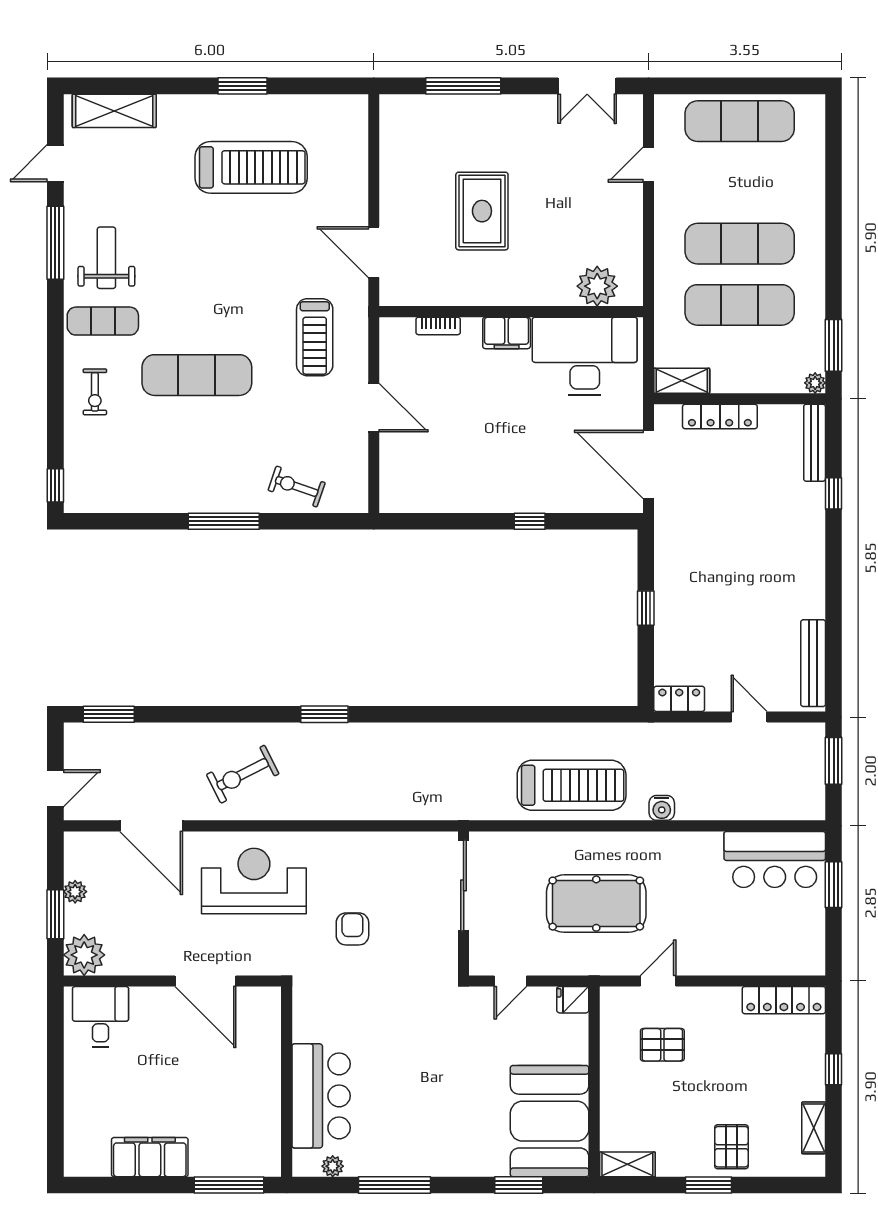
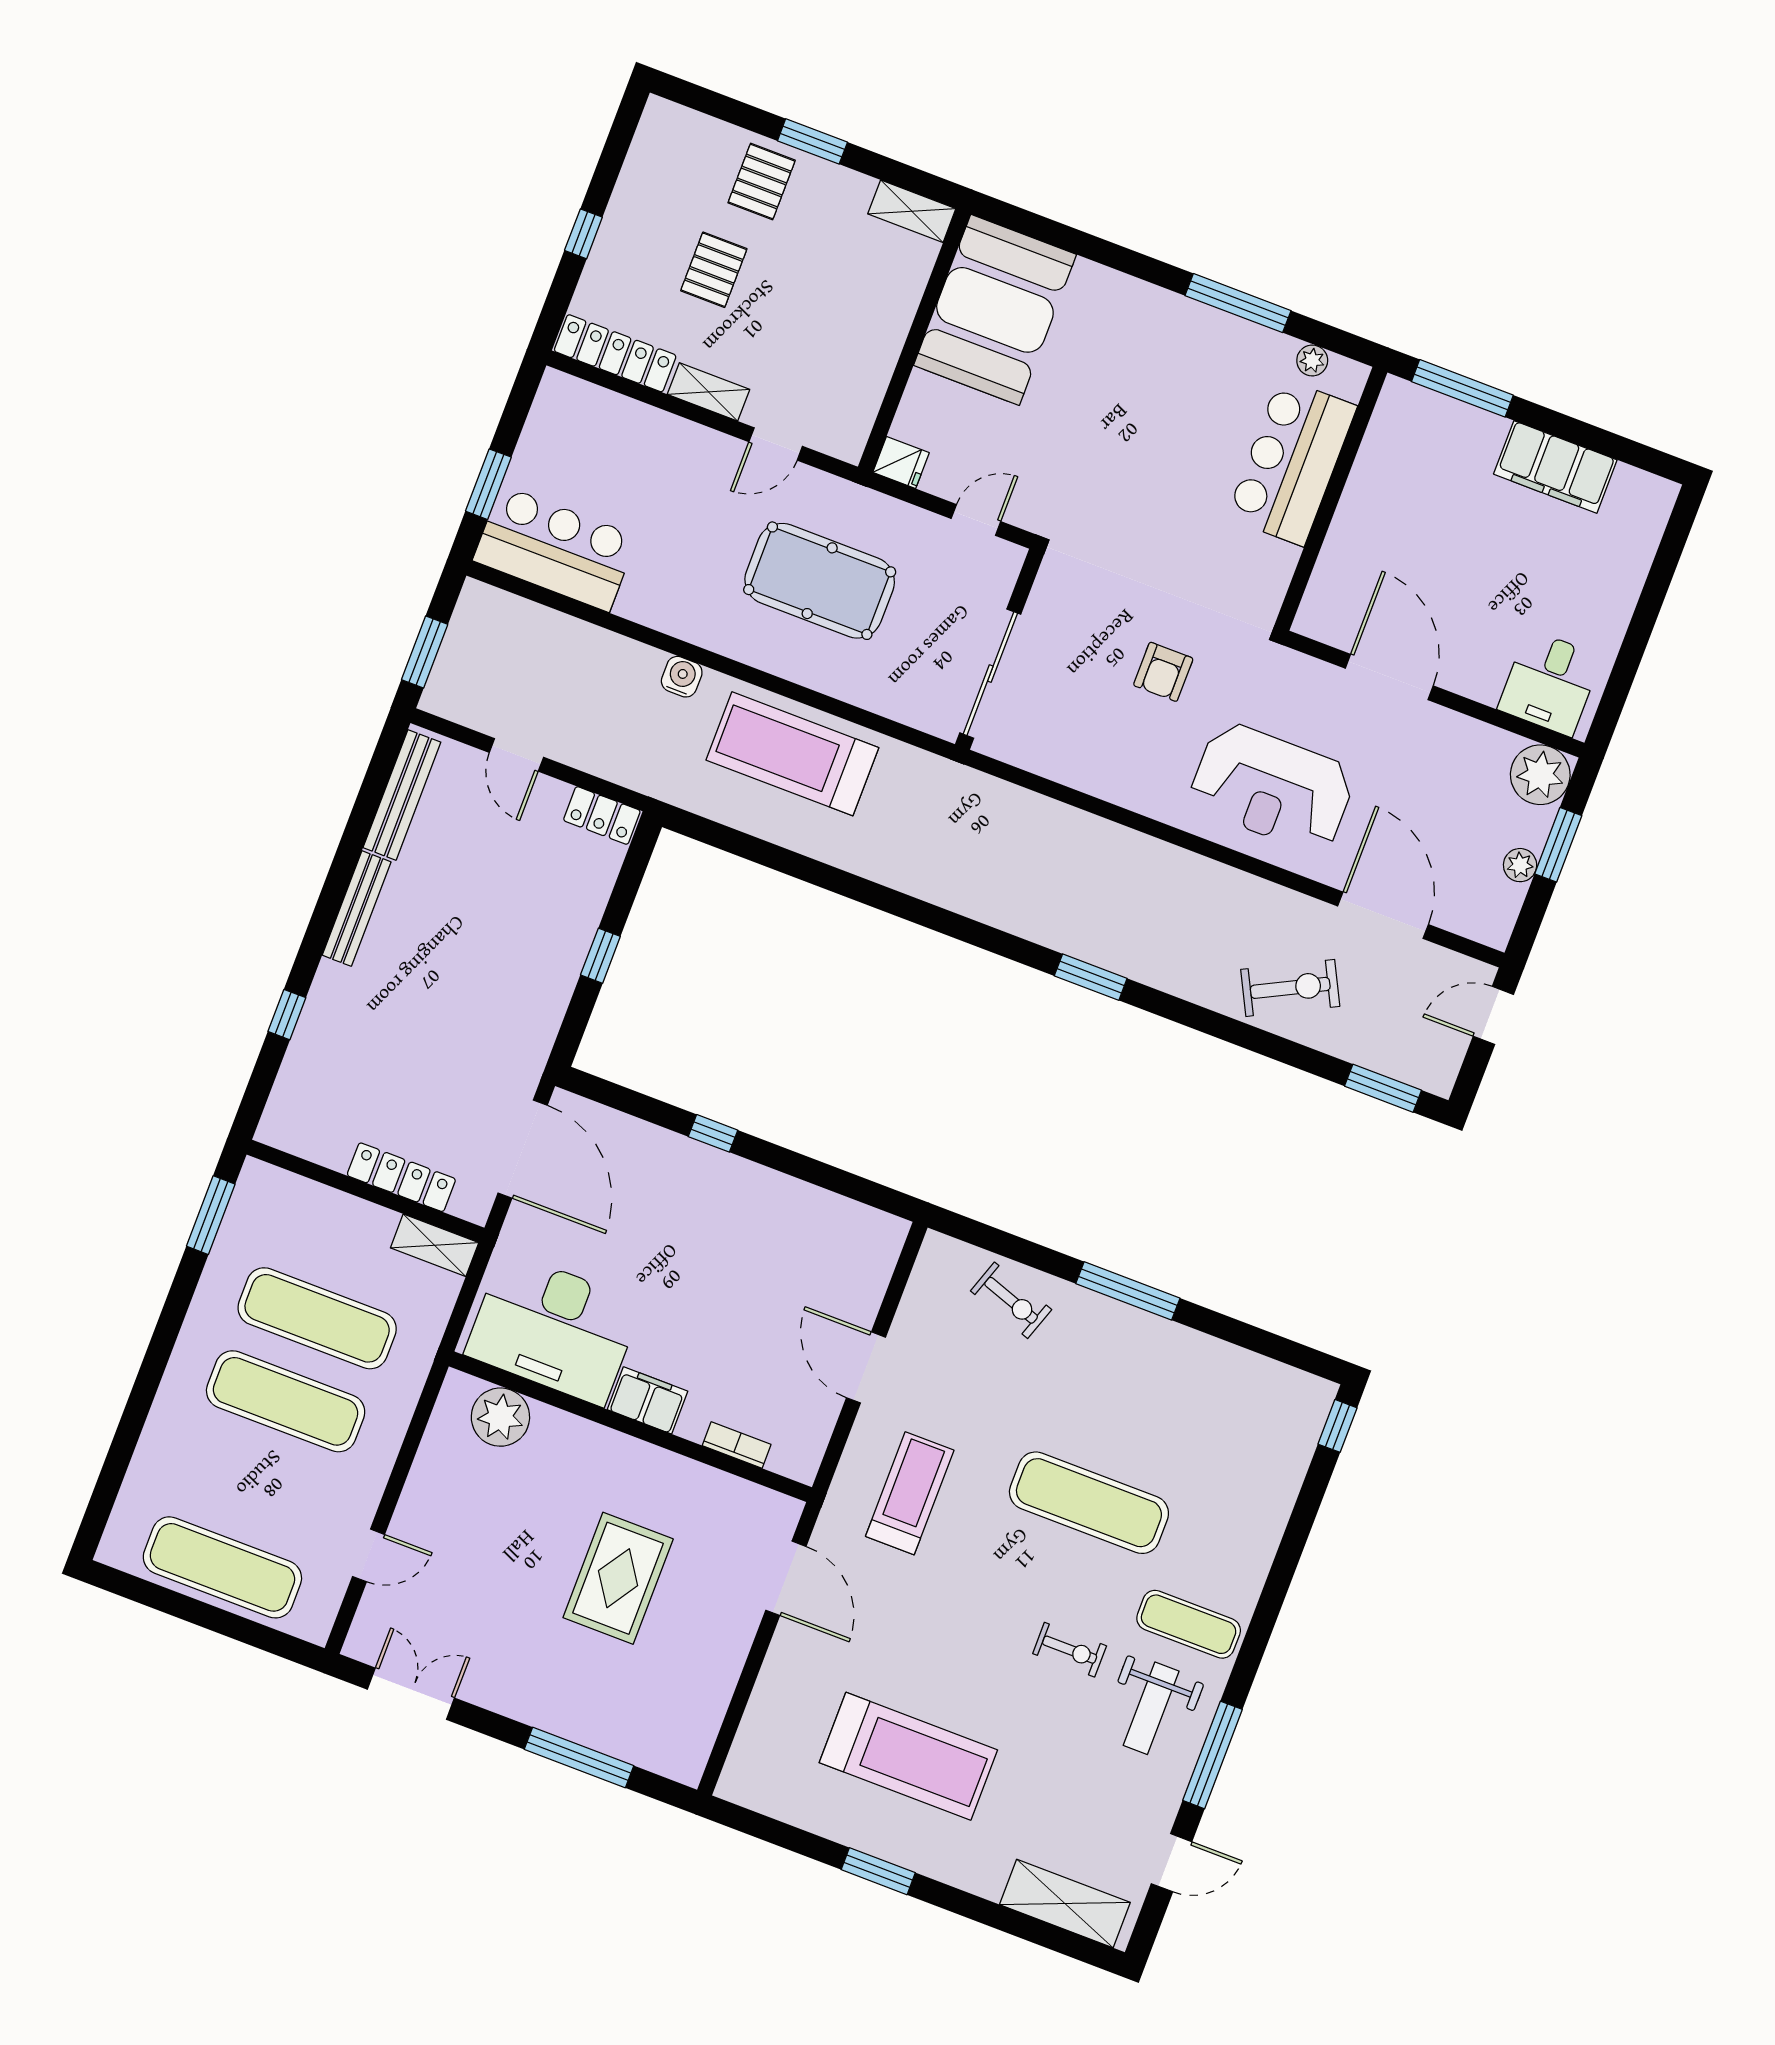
treadmill: (251, 167) -> (908, 1756), turned 180
plant: (815, 383) -> (255, 1174), removed
exercise bike: (95, 392) -> (1070, 1650), moved, turned 90
bench: (815, 443) -> (357, 909), moved
exercise bike: (243, 774) -> (1290, 988), moved
pallet: (662, 1045) -> (714, 270), moved, turned 90
shelving: (814, 1128) -> (708, 392), moved, turned 90
window: (519, 1185) -> (1070, 239), removed

